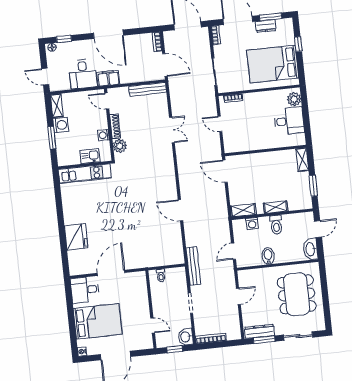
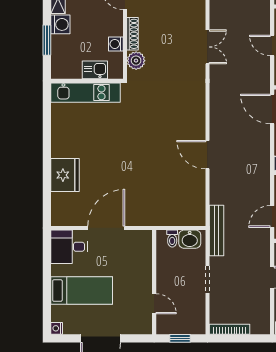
bed: (98, 321) -> (82, 291), width x0.67
washbasin: (186, 337) -> (190, 239), moved, turned -90

